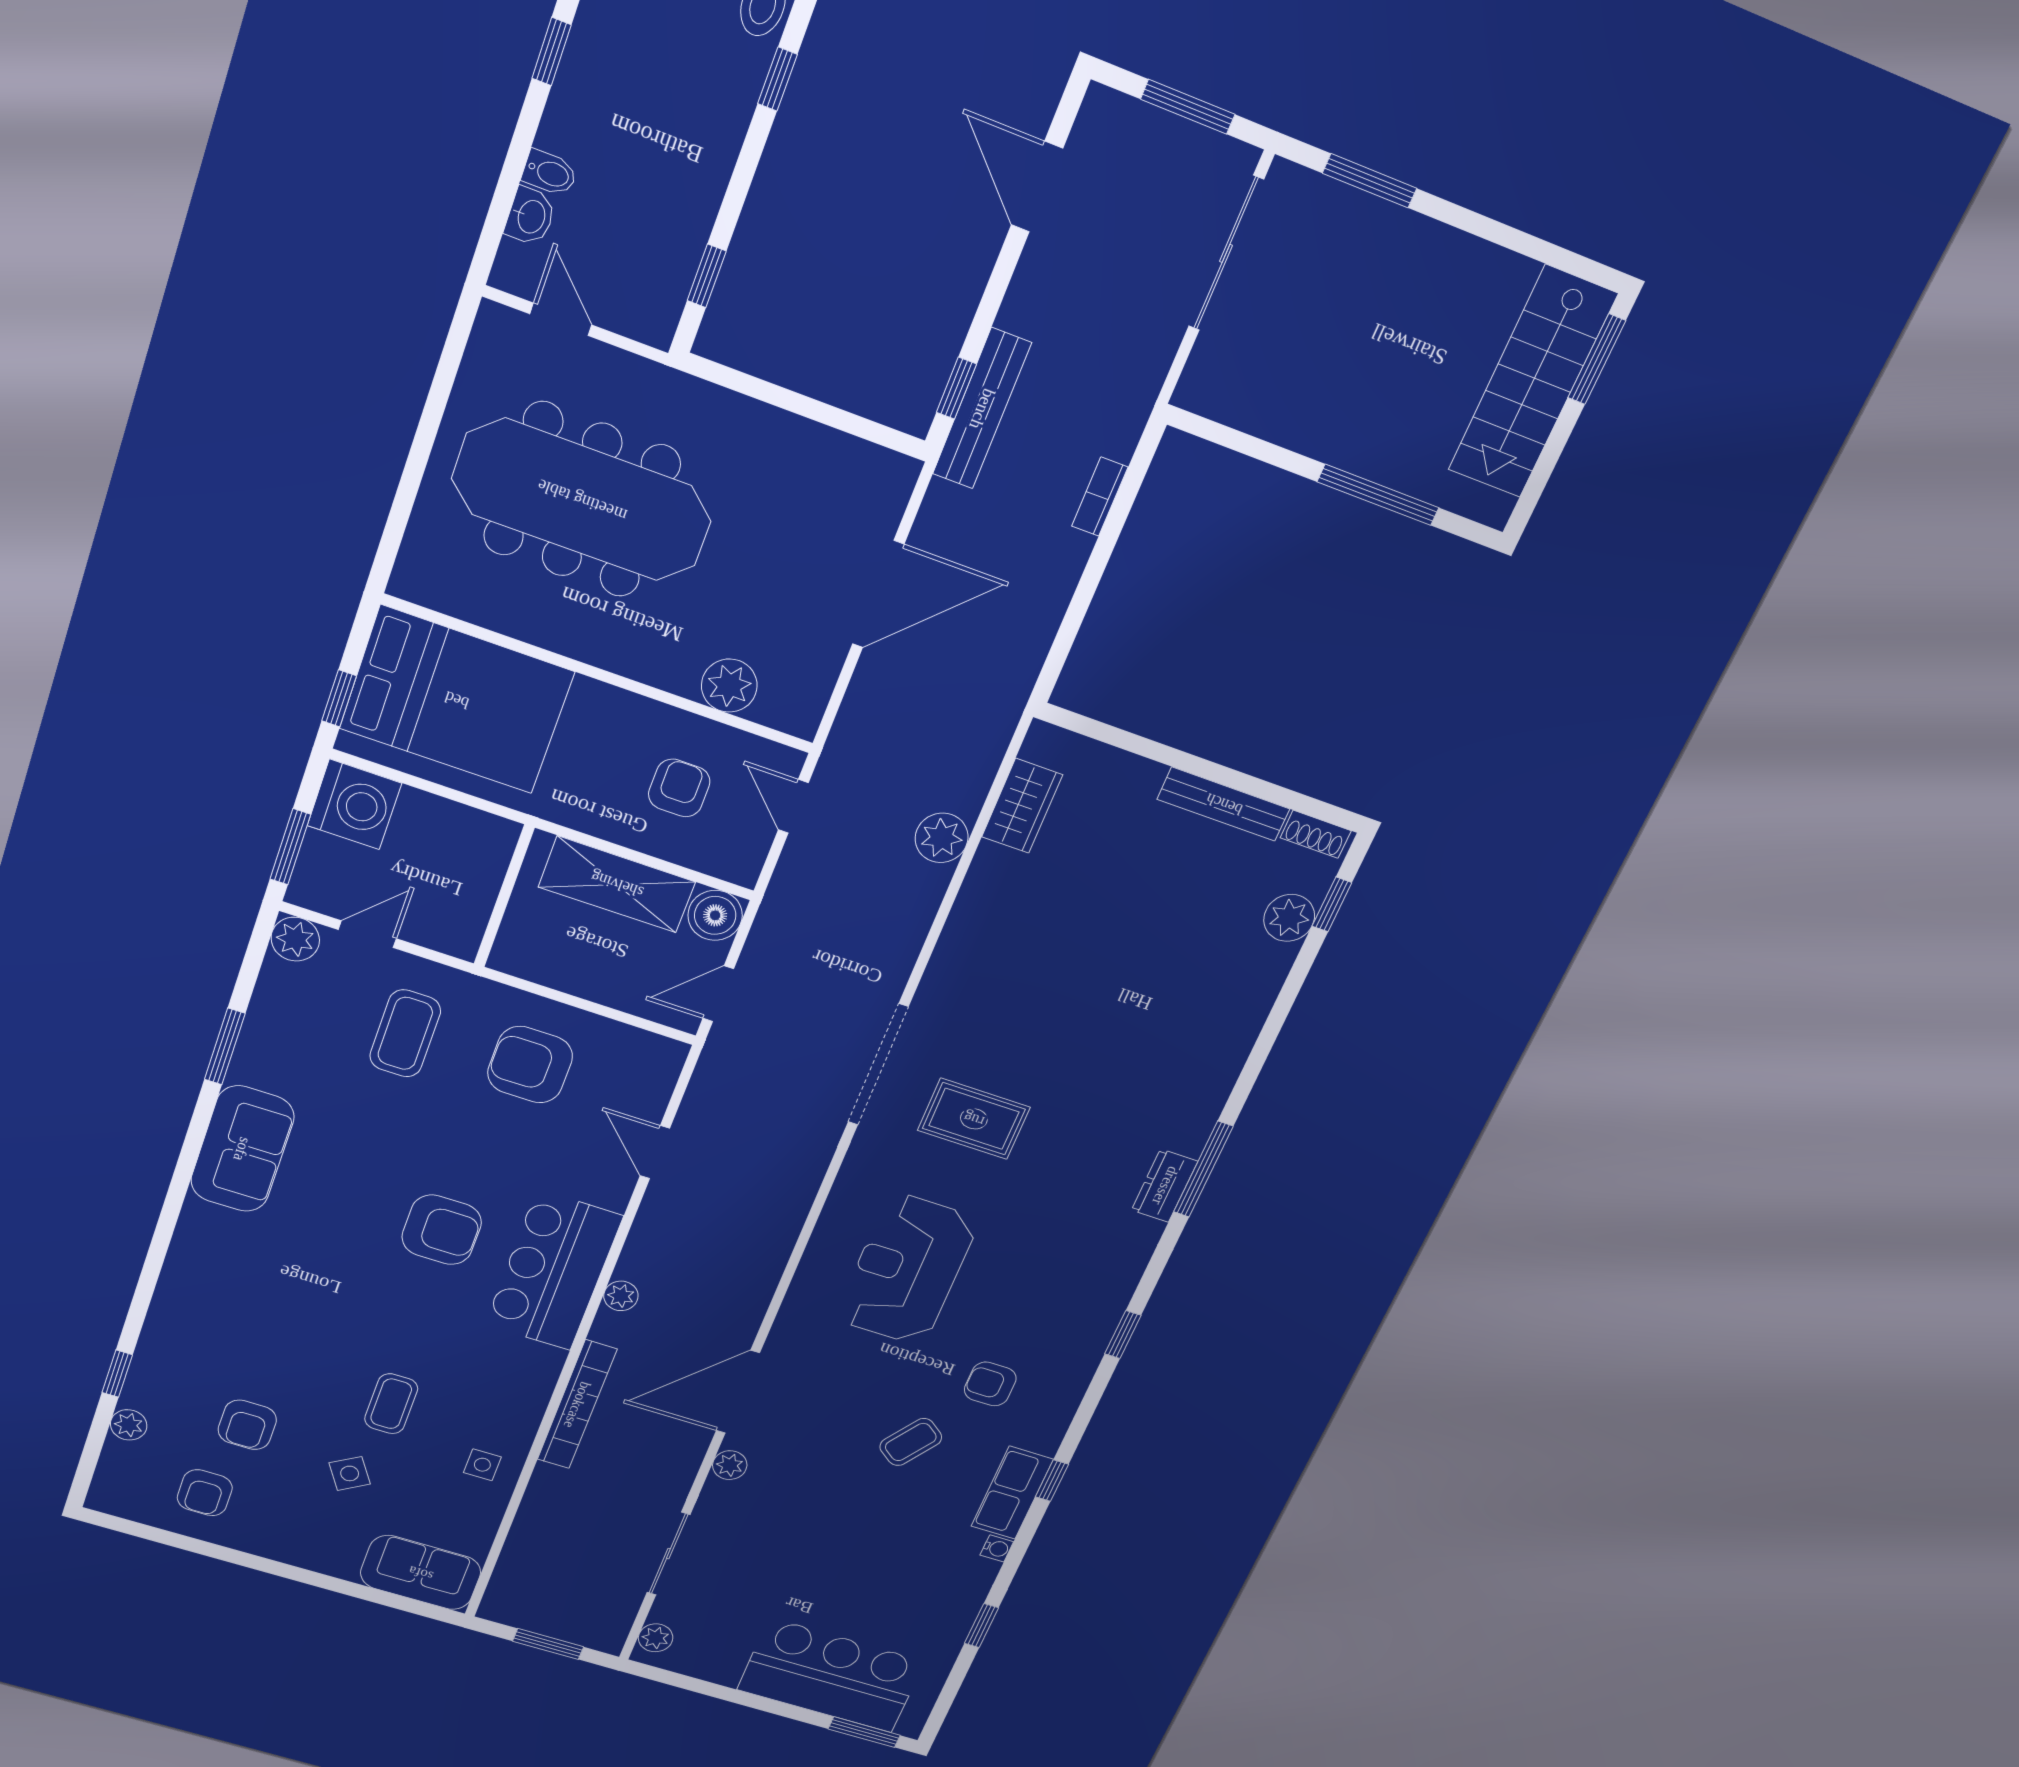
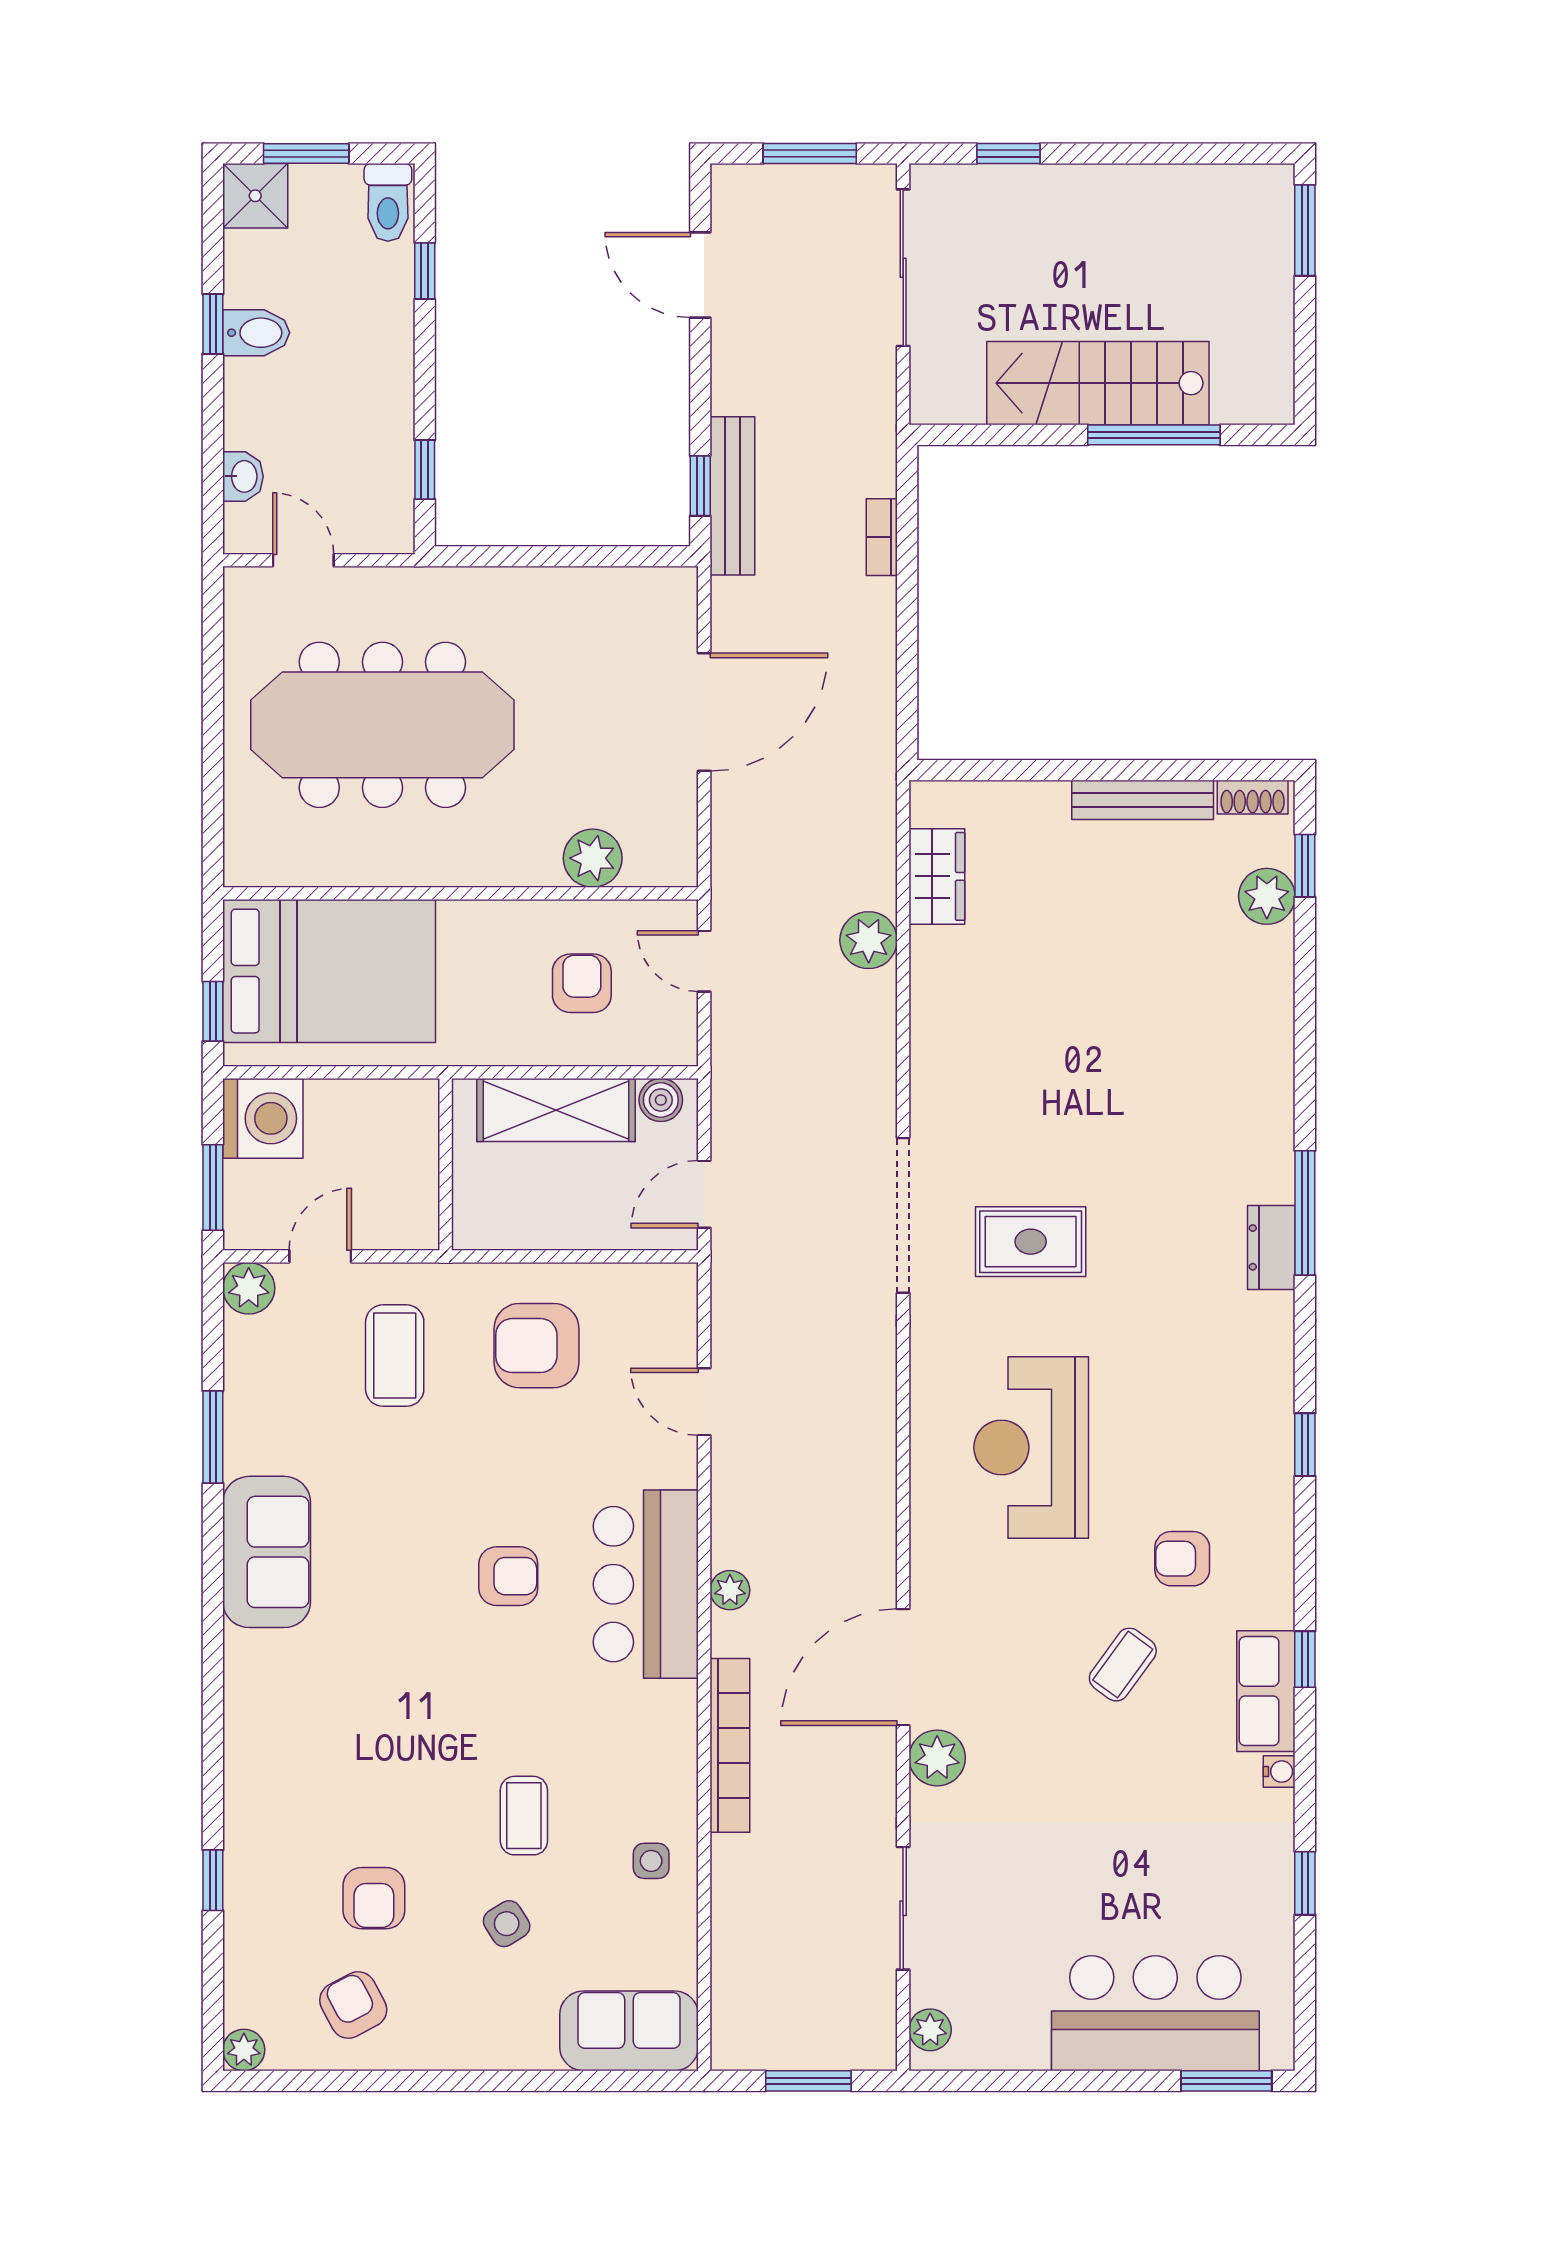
bidet: (550, 173) -> (256, 333), moved, width x1.38, depth x1.36
window: (1370, 181) -> (1009, 153), width x0.67
stairs: (1532, 382) -> (1098, 383), moved, turned 90
boiler: (715, 915) -> (661, 1100), width x0.73, depth x0.73
armchair: (442, 1230) -> (508, 1576), width x0.72, depth x0.72
plant: (129, 1425) -> (244, 2050), moved
plant: (730, 1465) -> (937, 1758), width x1.38, depth x1.38
armchair: (205, 1493) -> (353, 2005), turned 152

